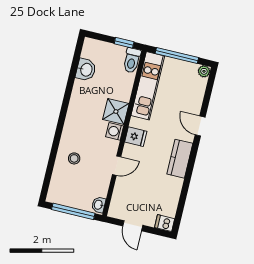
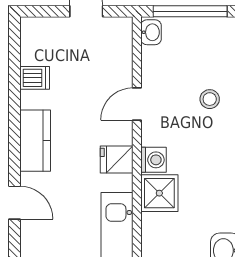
dishwasher: (165, 223) -> (35, 78), moved

